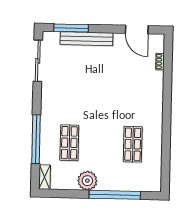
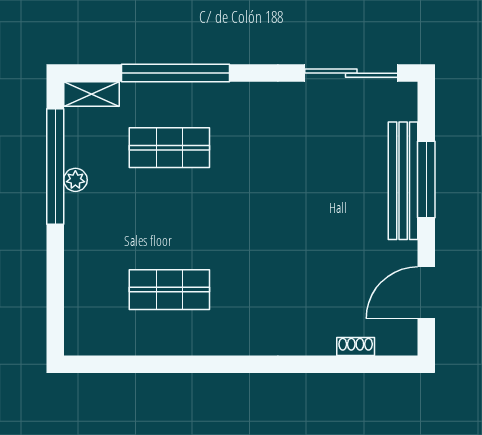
window: (71, 28) -> (426, 180), moved
plant: (87, 181) -> (75, 180), width x0.53, depth x0.53
window: (115, 195) -> (55, 167), moved

